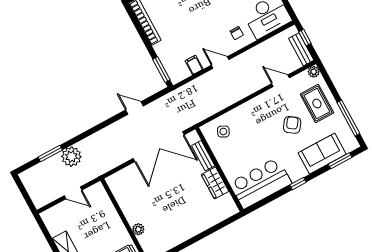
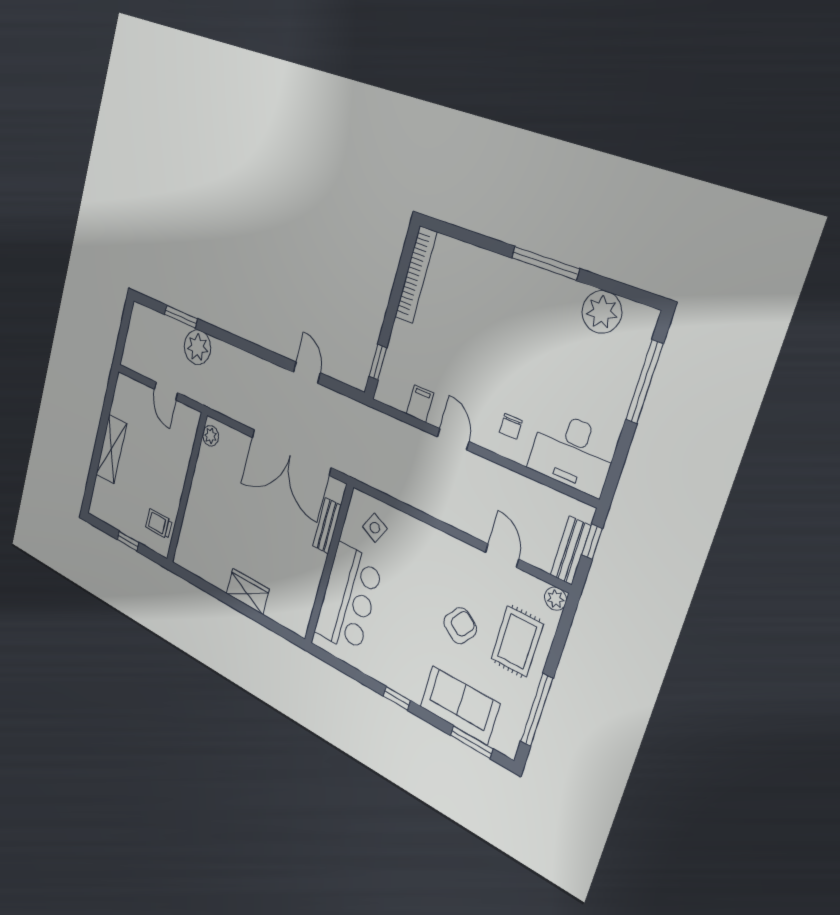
window: (161, 70) -> (378, 362), width x0.67
wardrobe: (215, 183) -> (248, 591), moved, turned 90
bar counter: (261, 183) -> (348, 599), moved, turned 90
plant: (138, 229) -> (211, 436), moved

